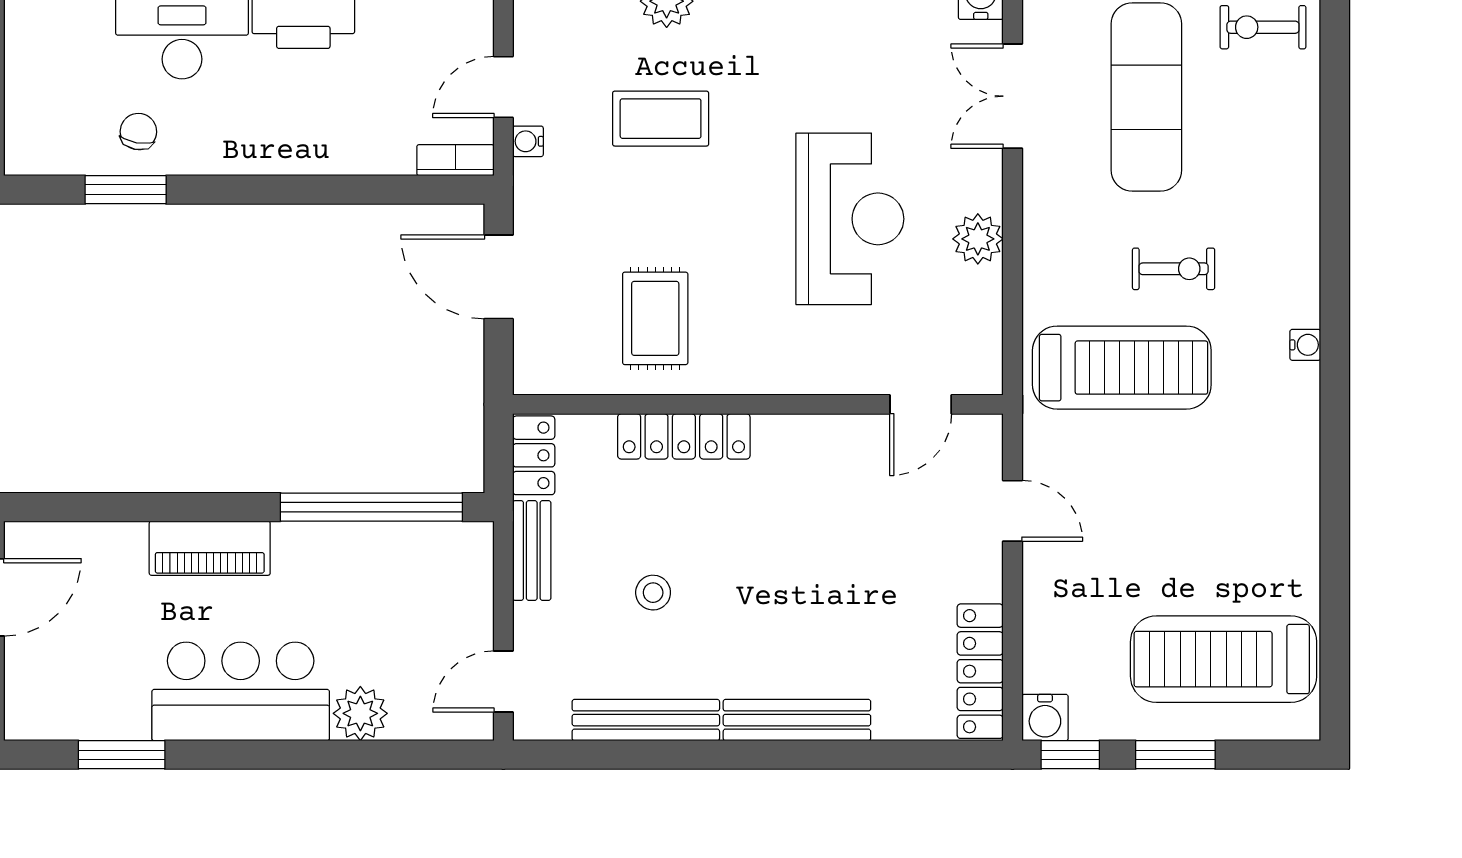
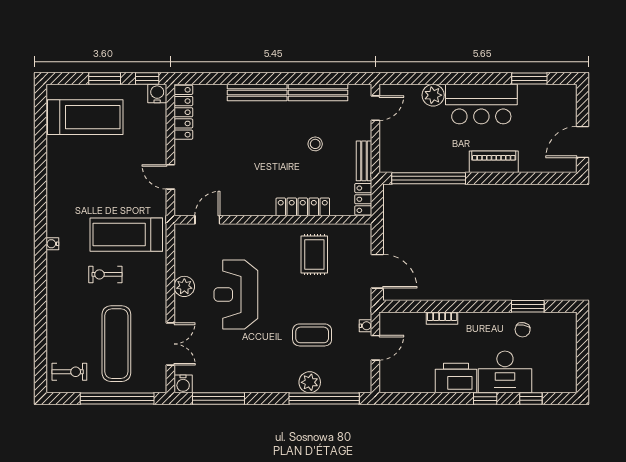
bookcase: (455, 160) -> (442, 318), moved

